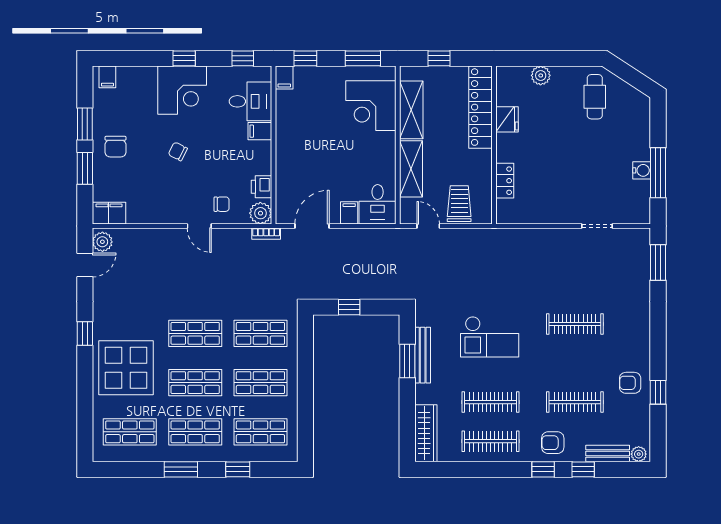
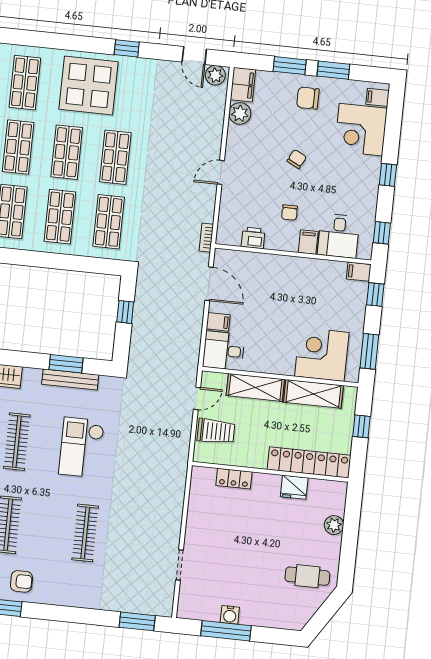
corner desk: (182, 90) -> (361, 130), moved
chair: (222, 204) -> (289, 212), moved
plant: (260, 213) -> (240, 113), moved
armchair: (630, 383) -> (21, 581), turned 90

